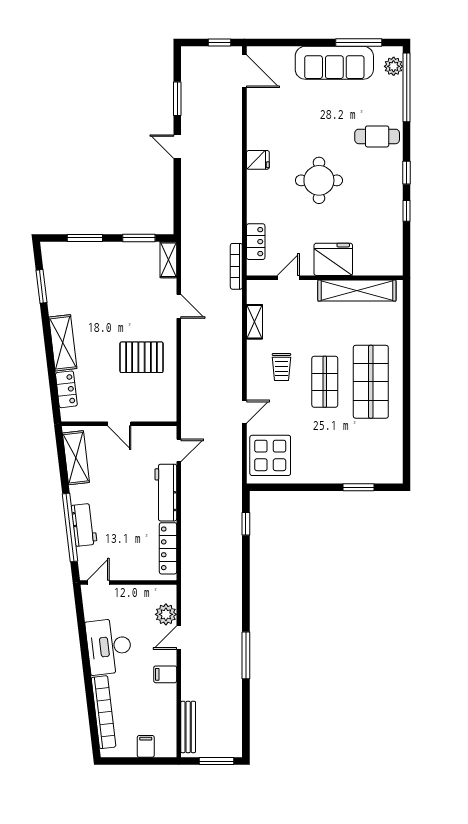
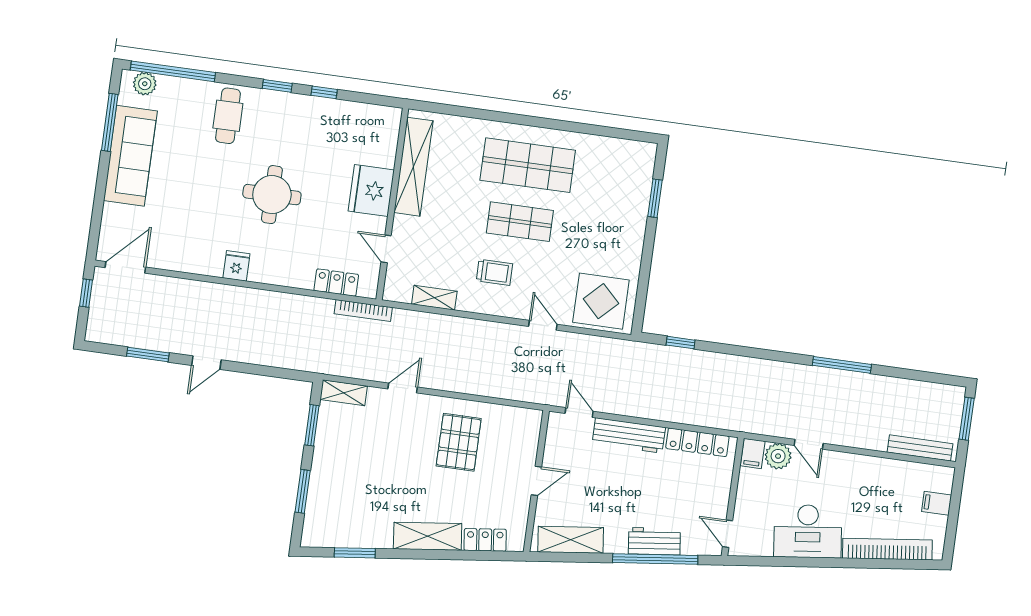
filing cabinet: (165, 674) -> (753, 453), moved

